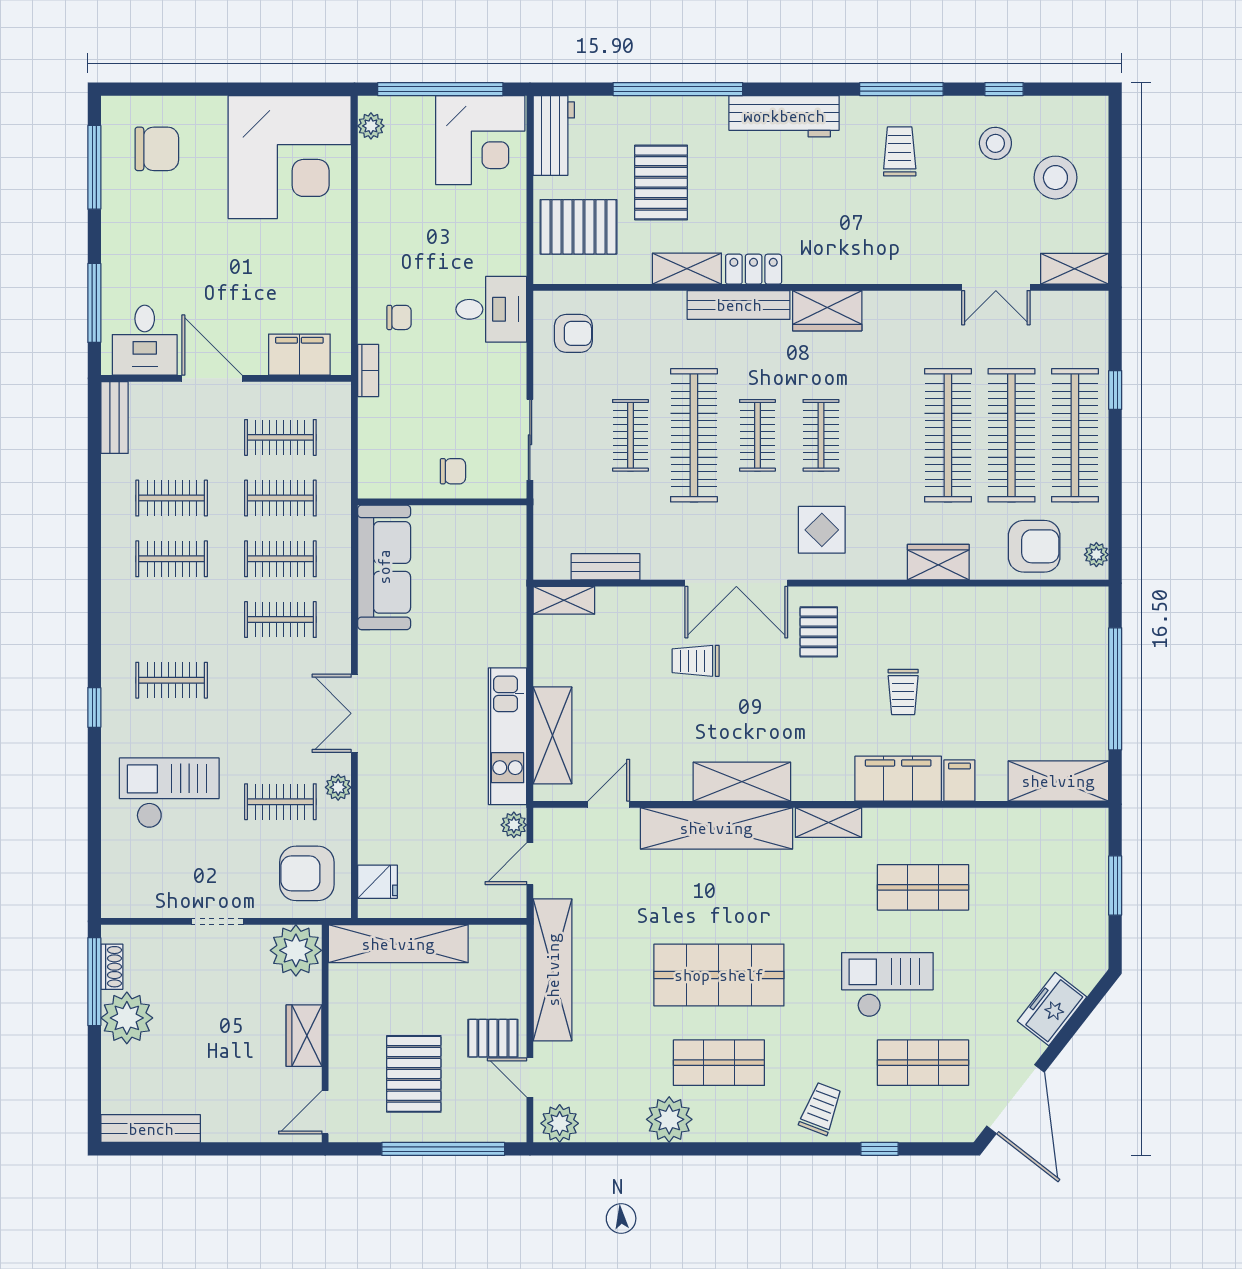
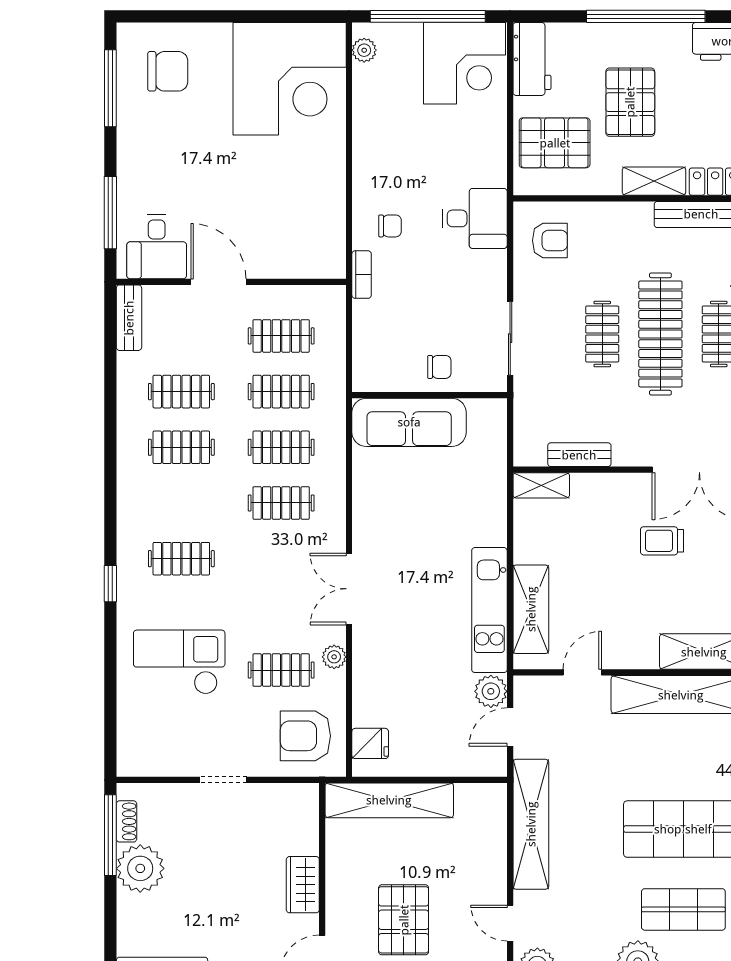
filing cabinet: (299, 355) -> (299, 260), removed
sofa: (384, 567) -> (409, 422), moved, turned 90
plant: (514, 825) -> (491, 691), width x1.38, depth x1.38
plant: (296, 950) -> (295, 806), removed
pallet: (493, 1038) -> (476, 887), removed

